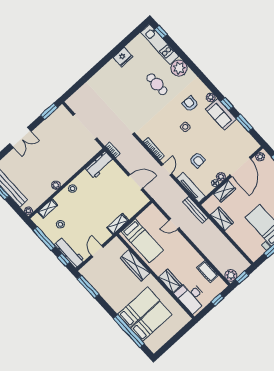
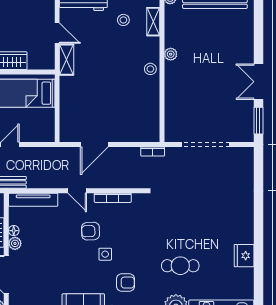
double door: (20, 138) -> (258, 82), moved
armchair: (197, 160) -> (90, 231), moved
workbench: (100, 165) -> (150, 123), removed
shelving: (118, 224) -> (67, 60), moved

